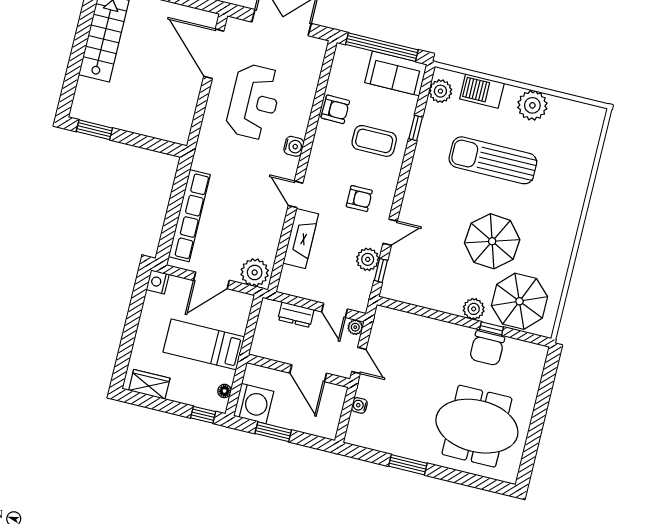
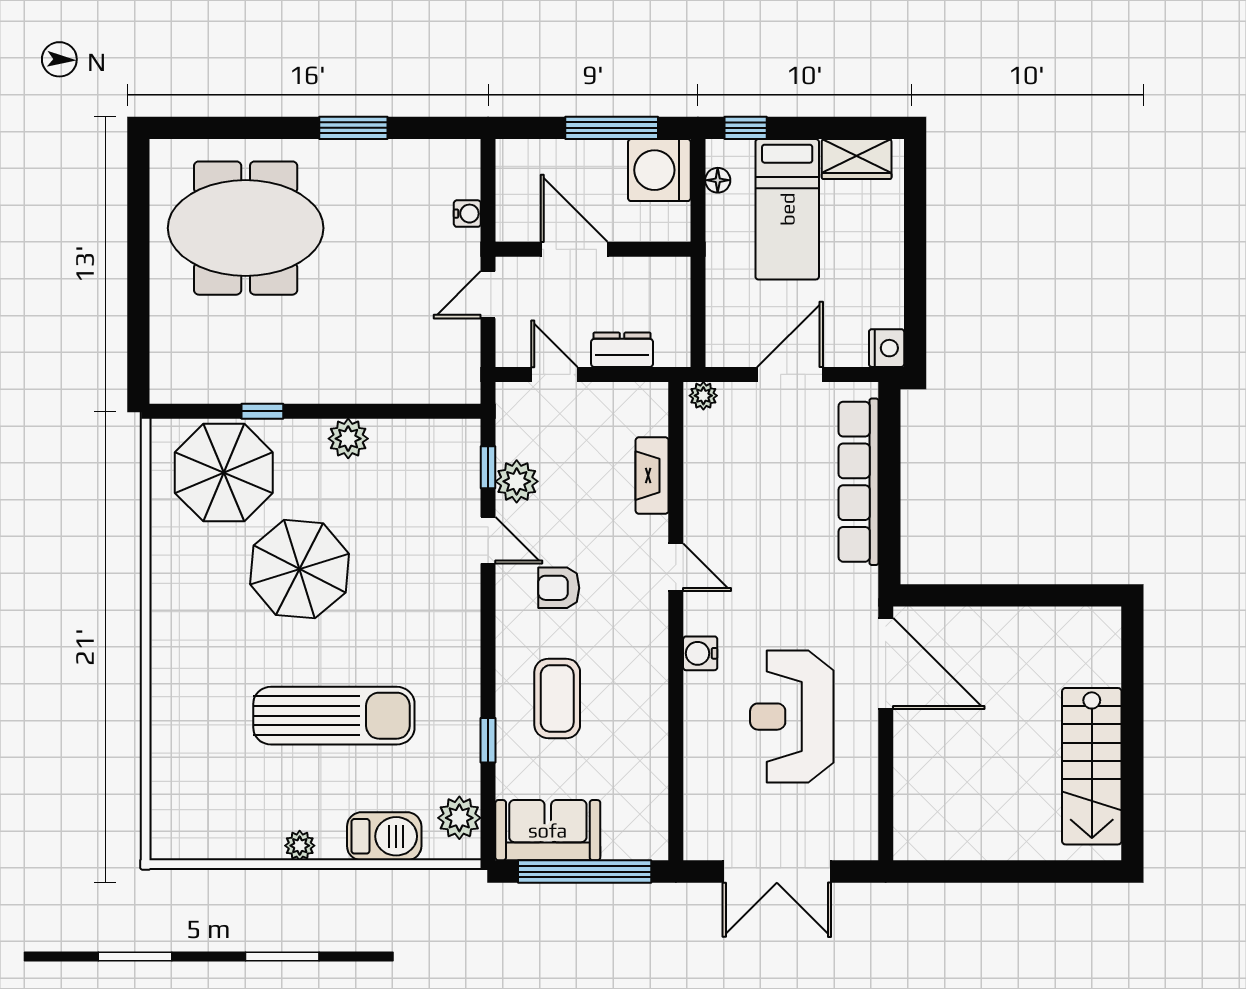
door: (214, 54) -> (886, 664), moved
plant: (532, 105) -> (300, 846), width x0.53, depth x0.53
armchair: (335, 109) -> (641, 738), removed
window: (94, 130) -> (1068, 595), removed
coffee table: (374, 141) -> (557, 698), turned 90
door: (390, 232) -> (488, 540), swing flipped
fireplace: (301, 238) -> (652, 476), width x0.73, depth x0.76
plant: (255, 272) -> (703, 396), width x0.53, depth x0.53
plant: (474, 309) -> (348, 439), moved
plant: (355, 327) -> (509, 353), removed
bed: (204, 344) -> (787, 209), moved, turned 90
chair: (487, 348) -> (262, 373), removed
door: (359, 360) -> (488, 295), hinge flipped
window: (273, 432) -> (612, 128), width x1.44

